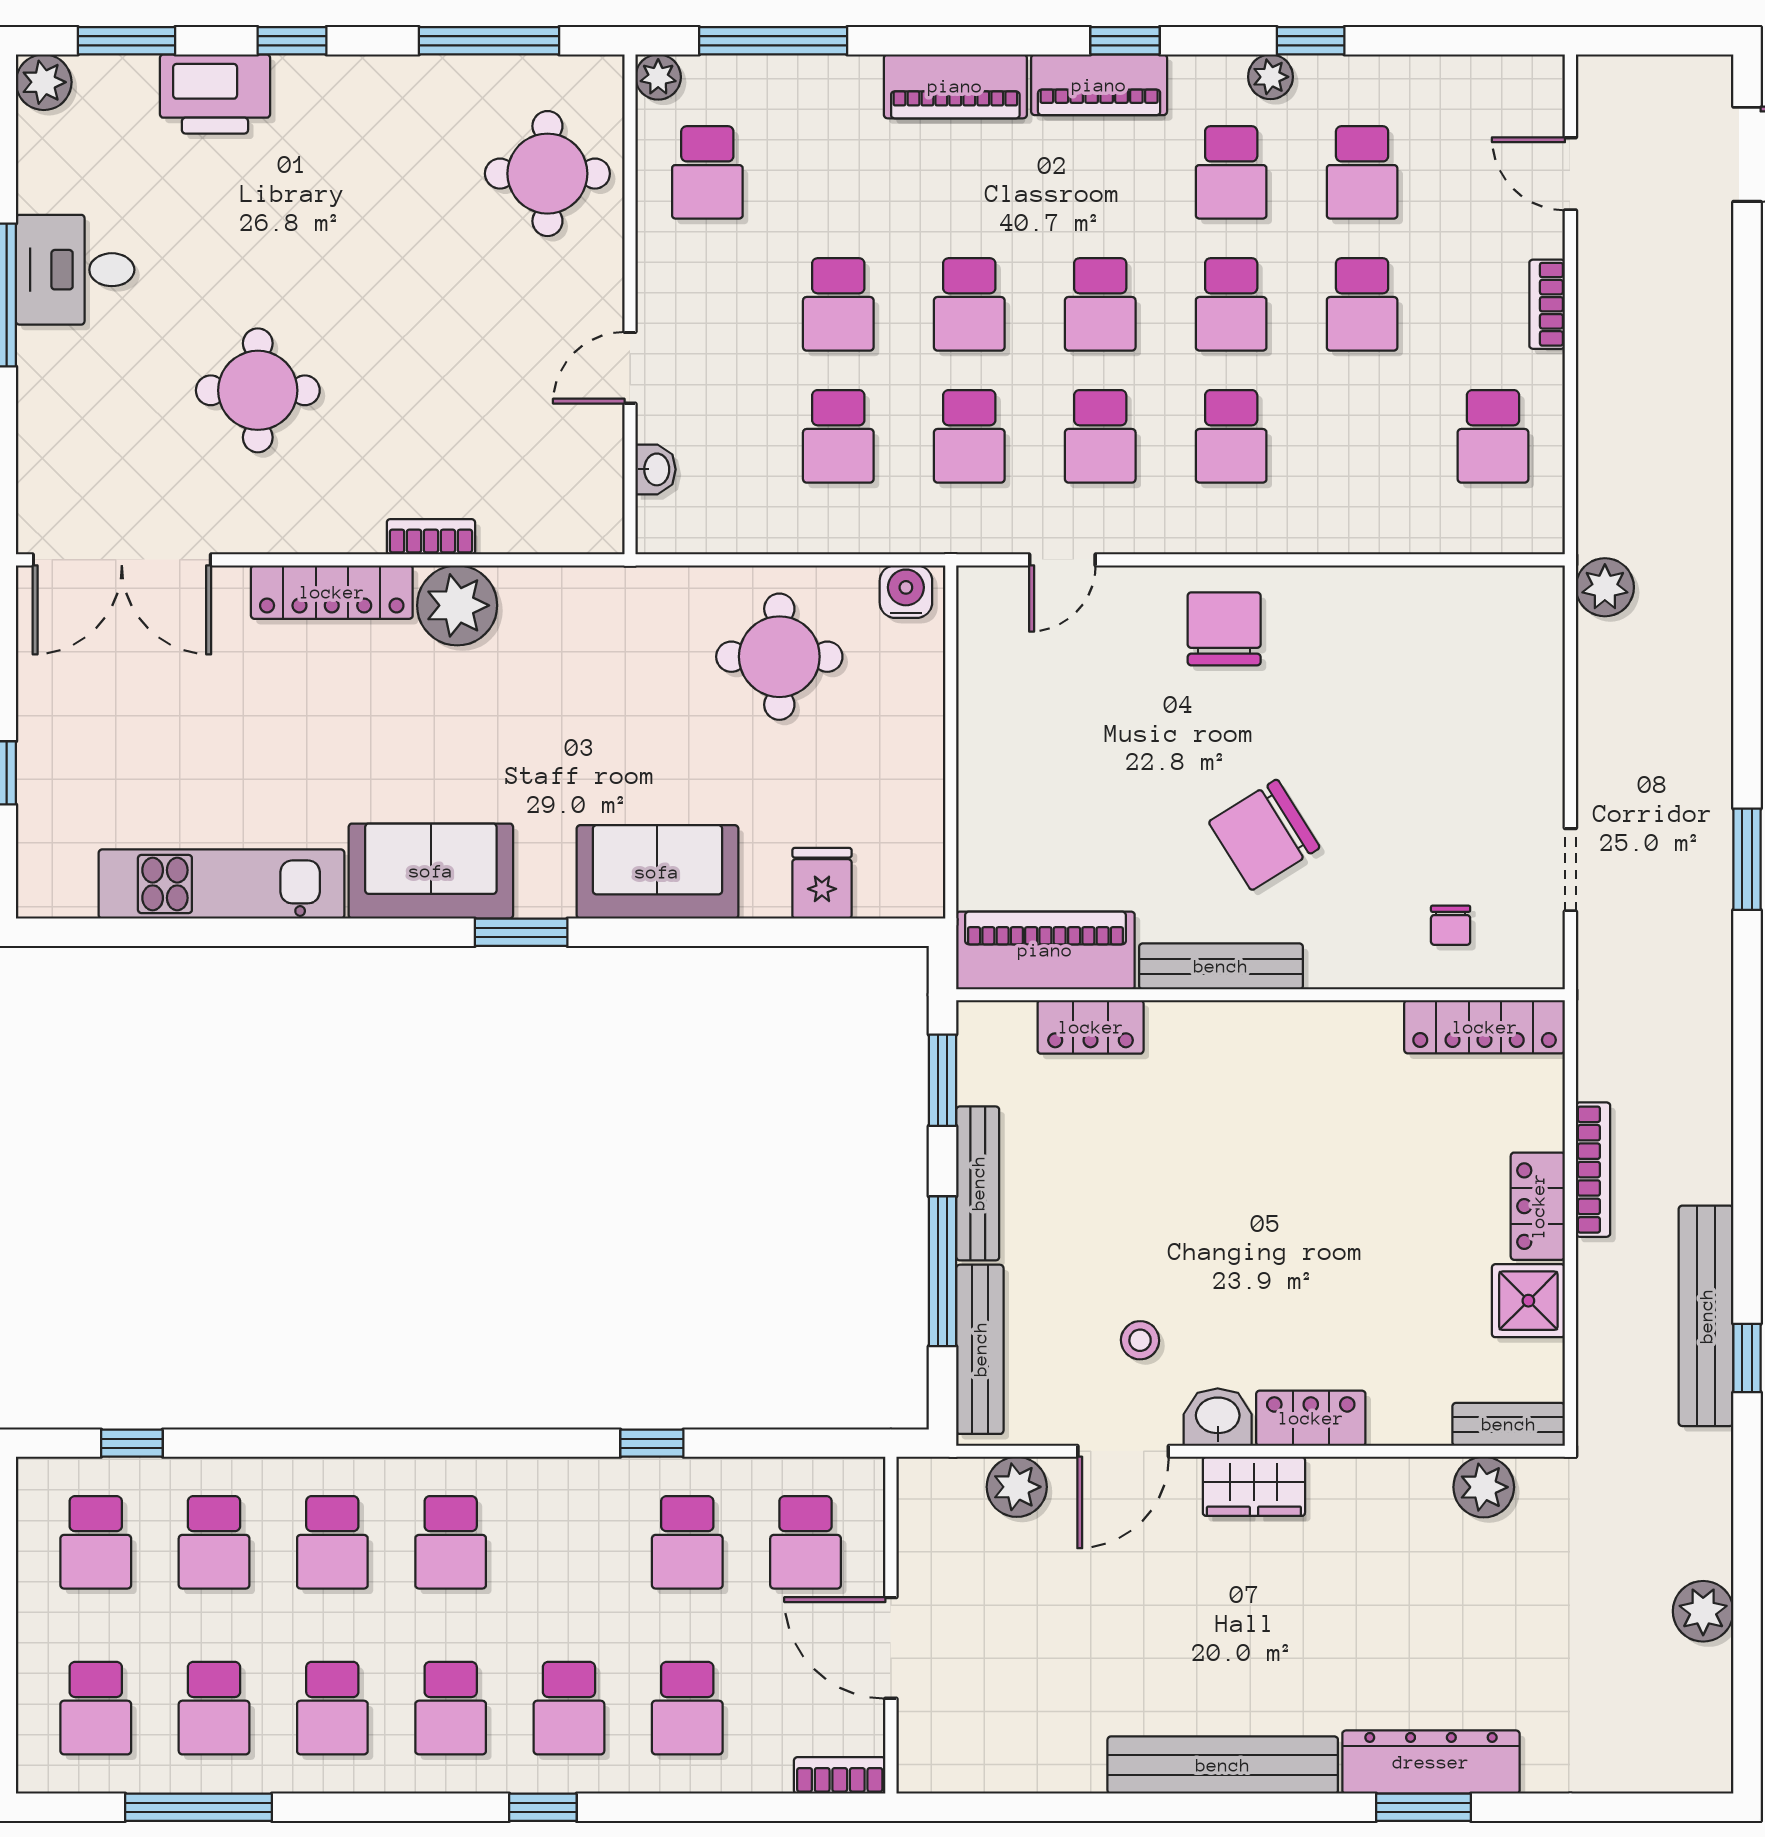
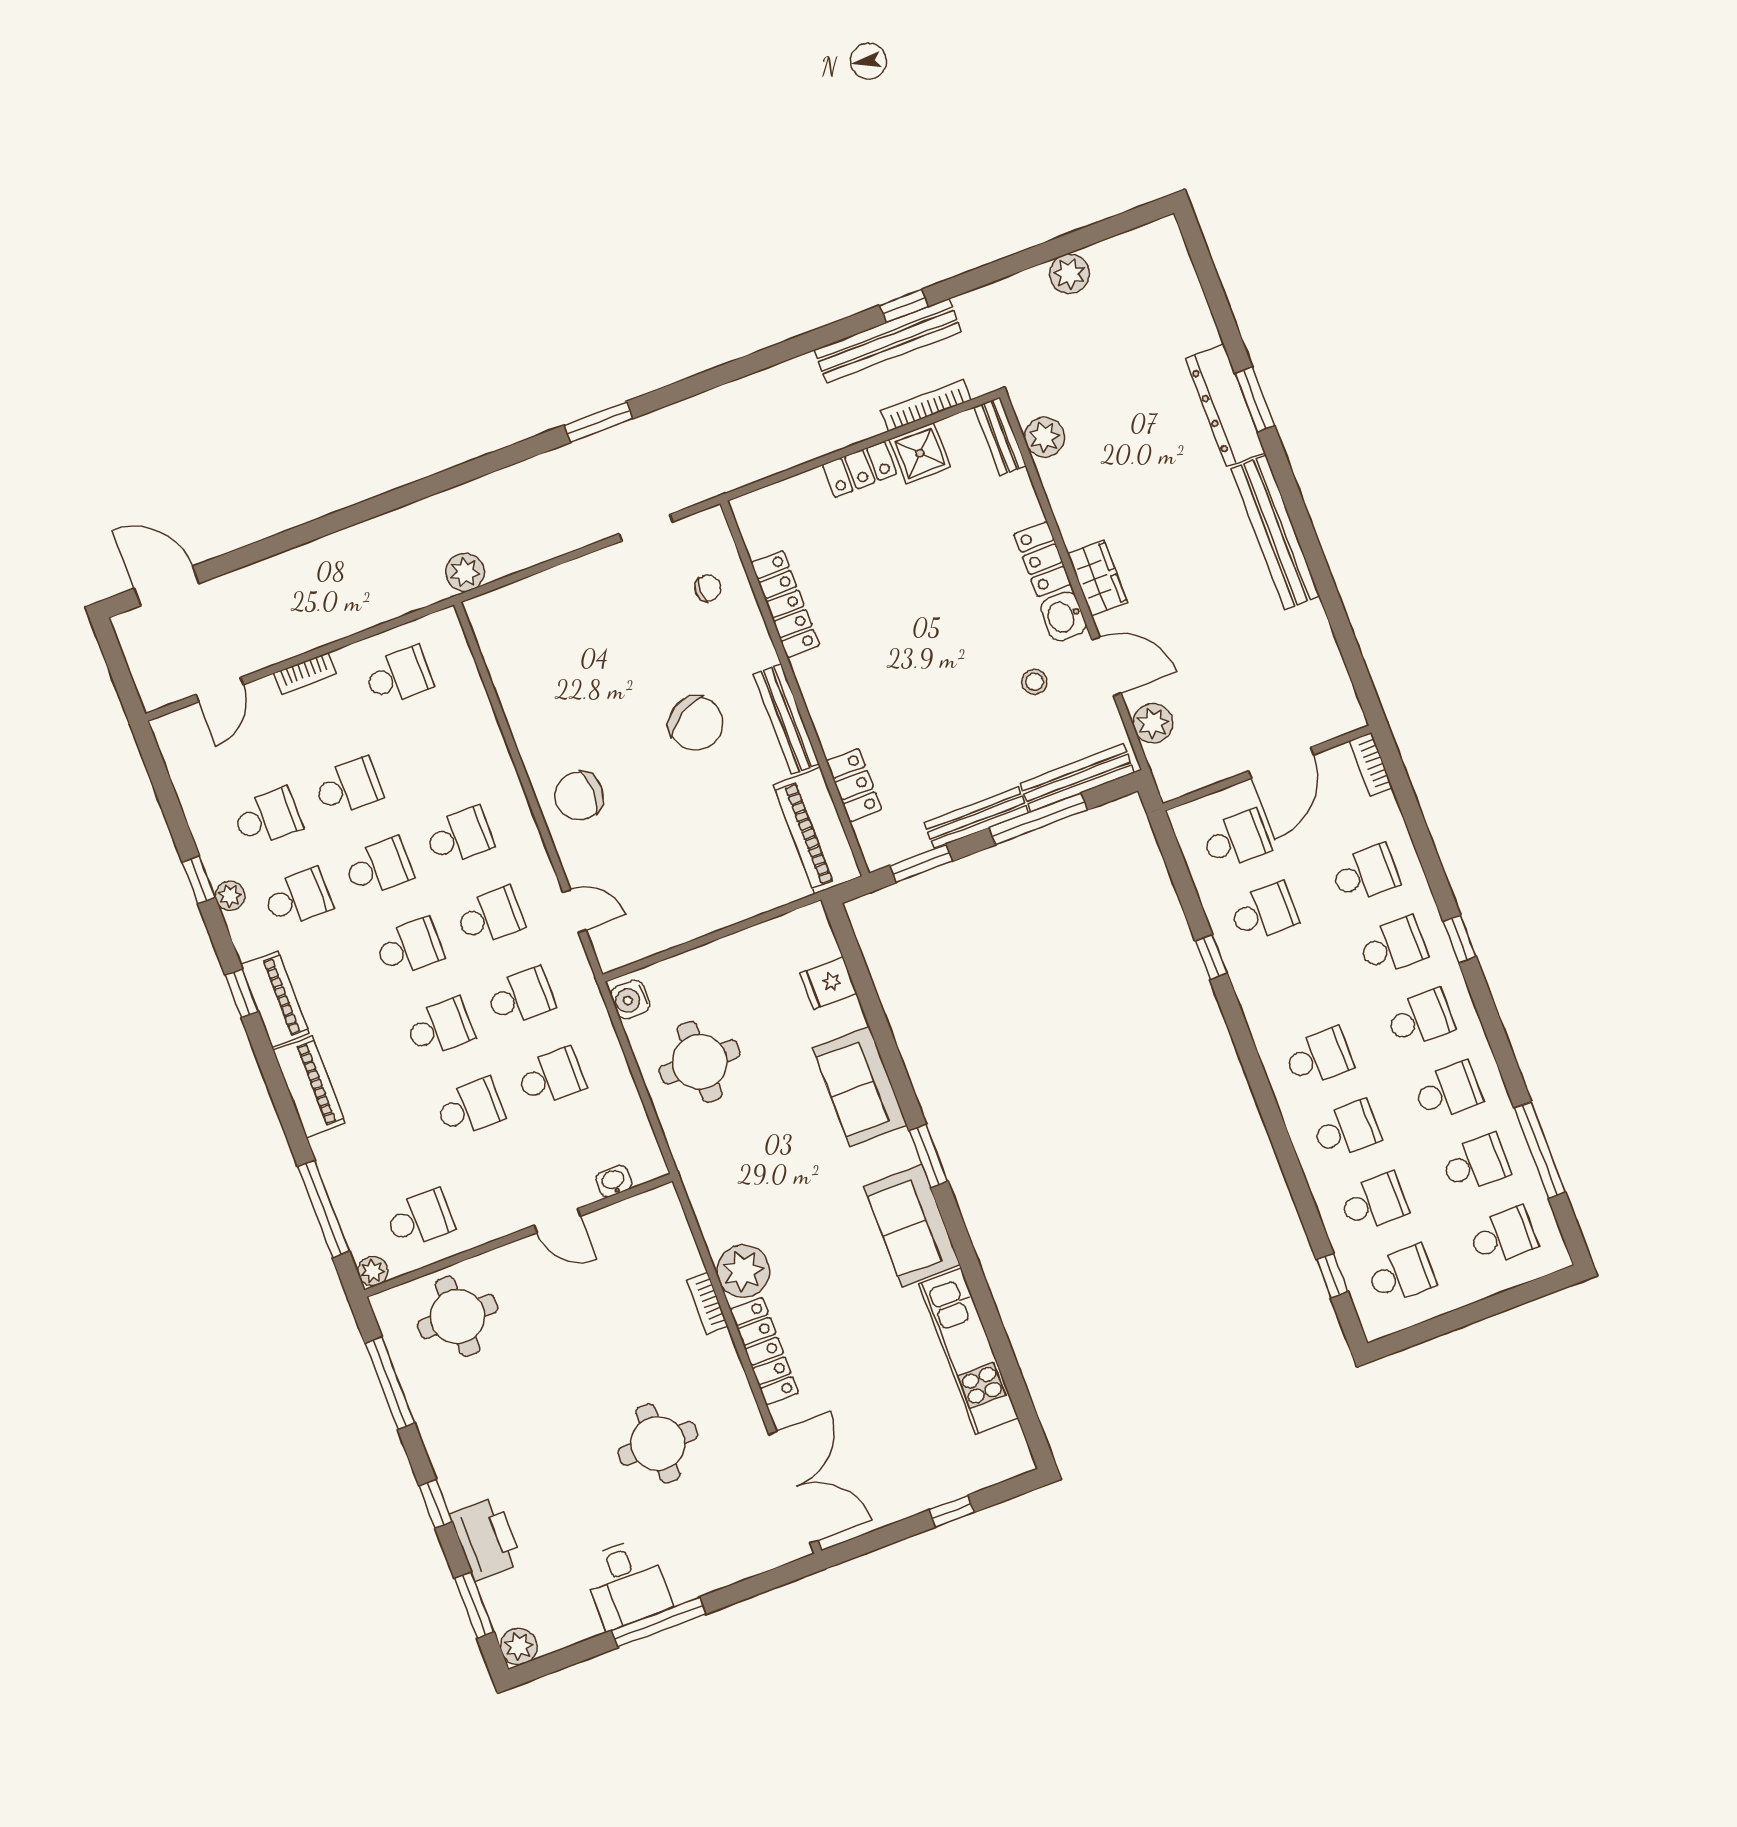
locker: (1485, 1027) -> (785, 604), moved
bookcase: (1593, 1170) -> (926, 405), moved

